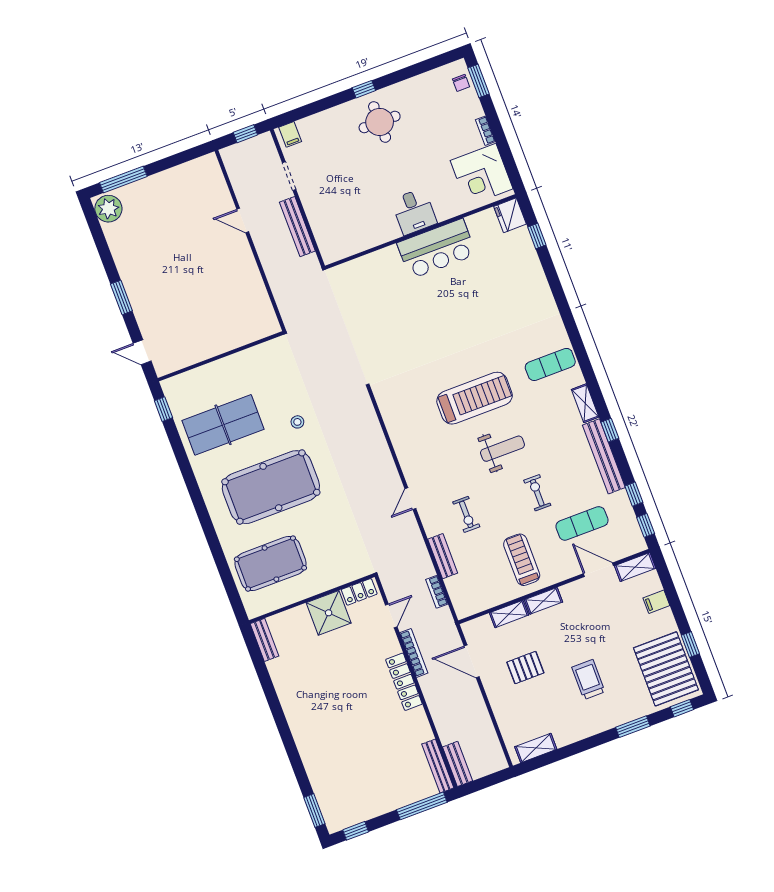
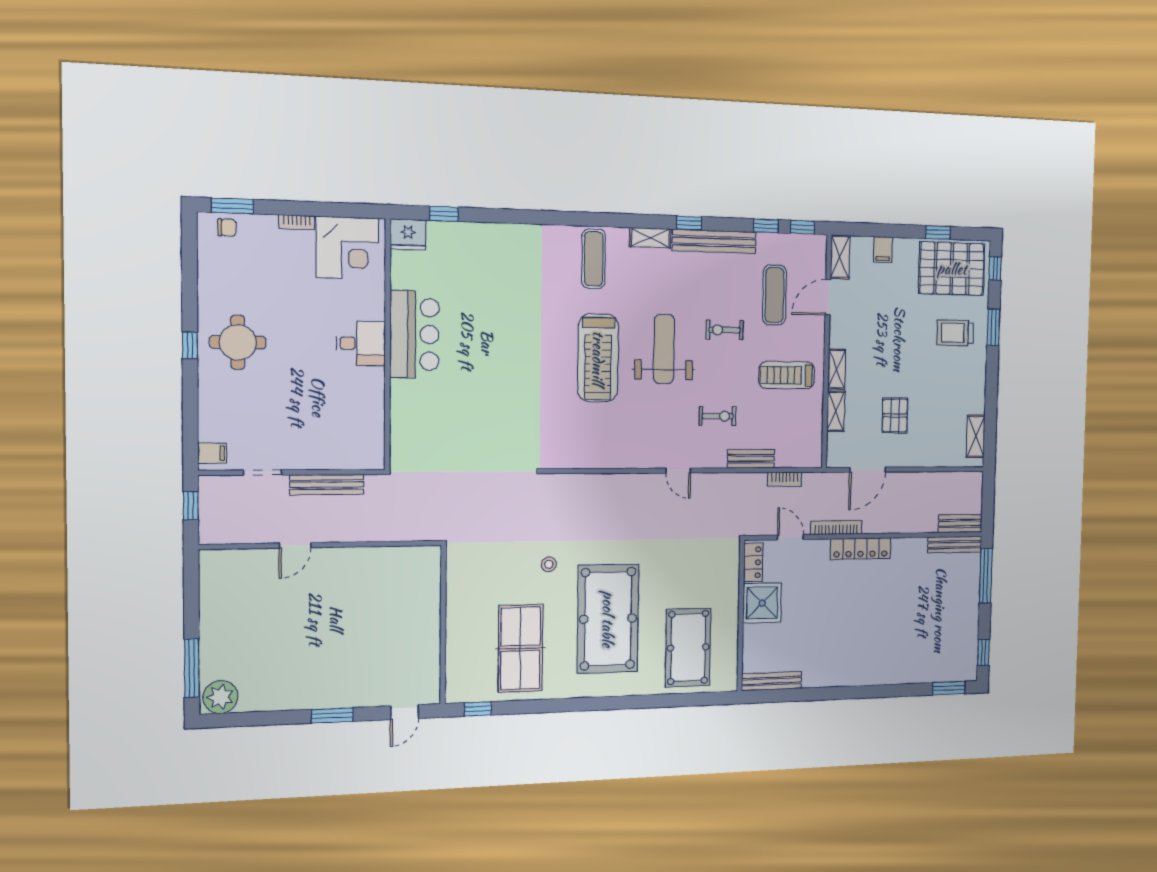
treadmill: (475, 398) -> (598, 358), turned 180
weight bench: (502, 449) -> (664, 349), width x1.36, depth x1.33
bench: (264, 640) -> (772, 681), width x1.36
trolley: (588, 679) -> (955, 333), moved

